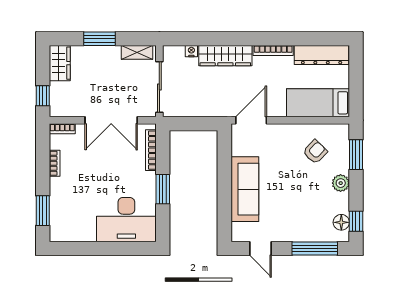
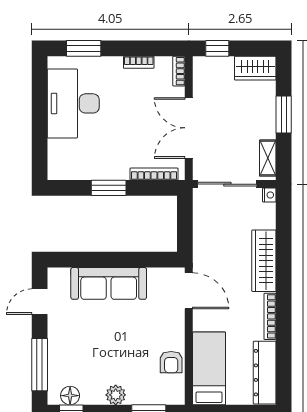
nightstand: (191, 51) -> (269, 195), moved
armchair: (315, 152) -> (171, 362), moved, turned 46
desk: (126, 220) -> (73, 103), moved

